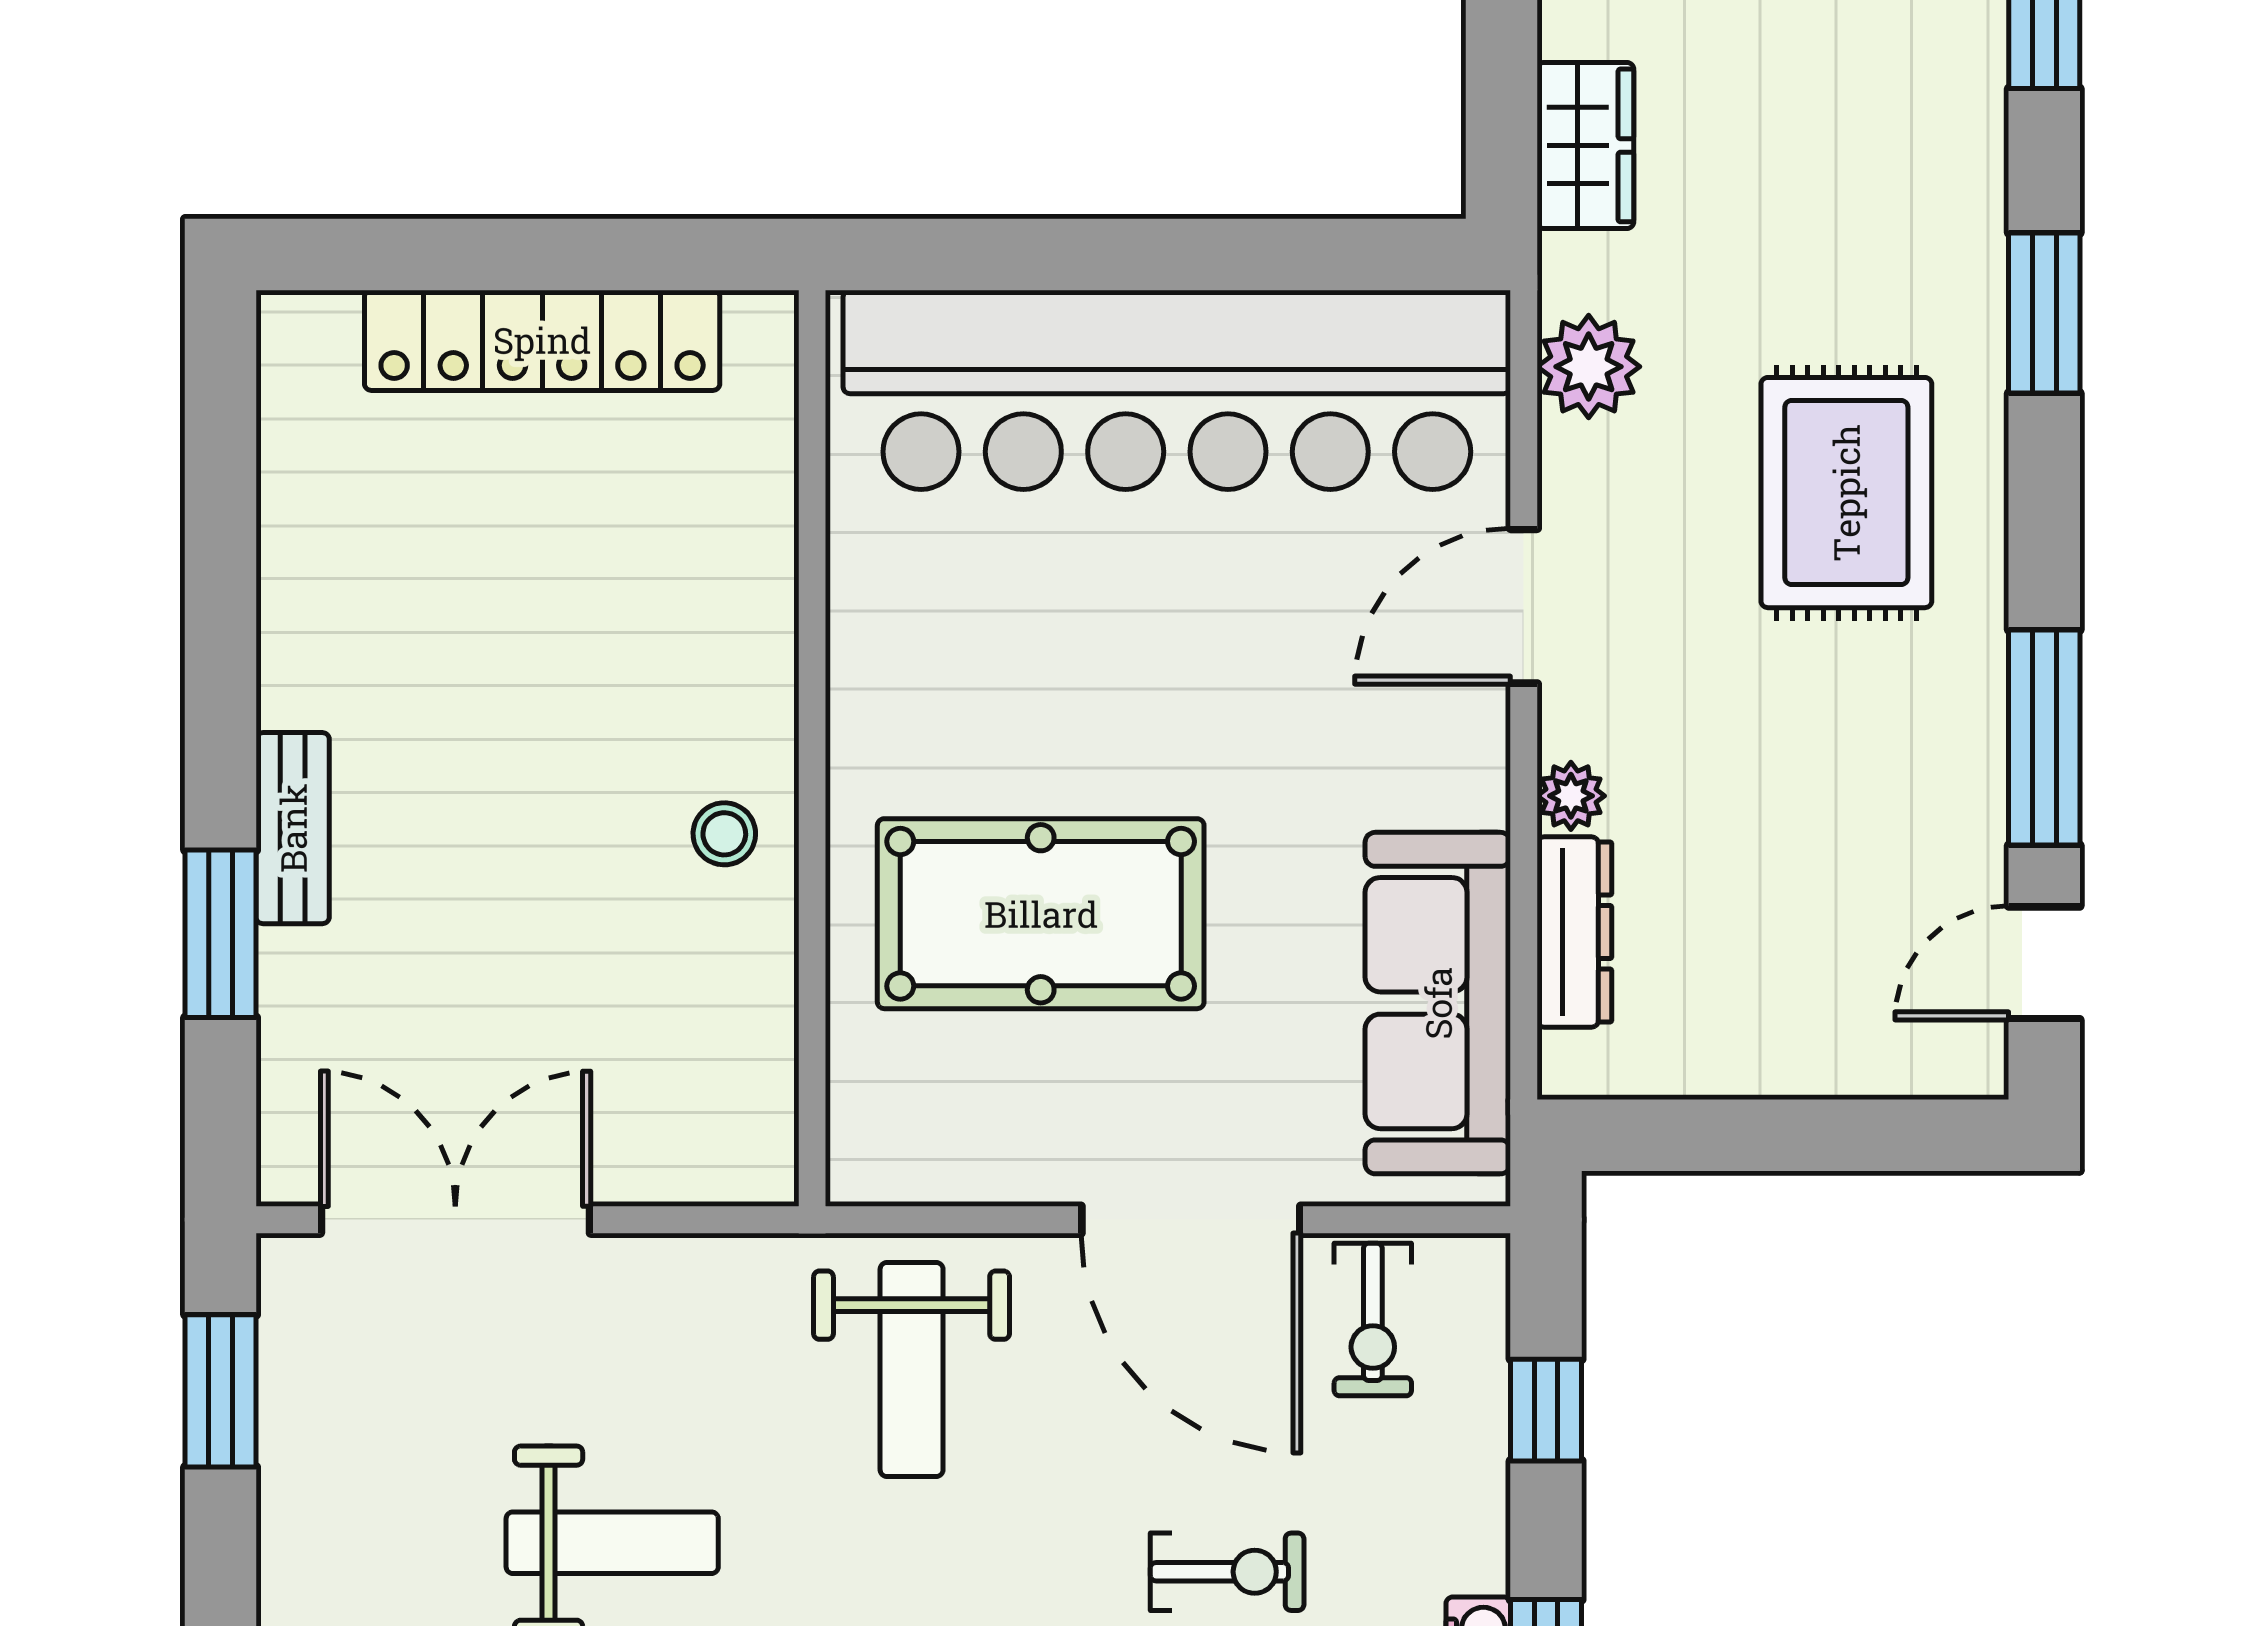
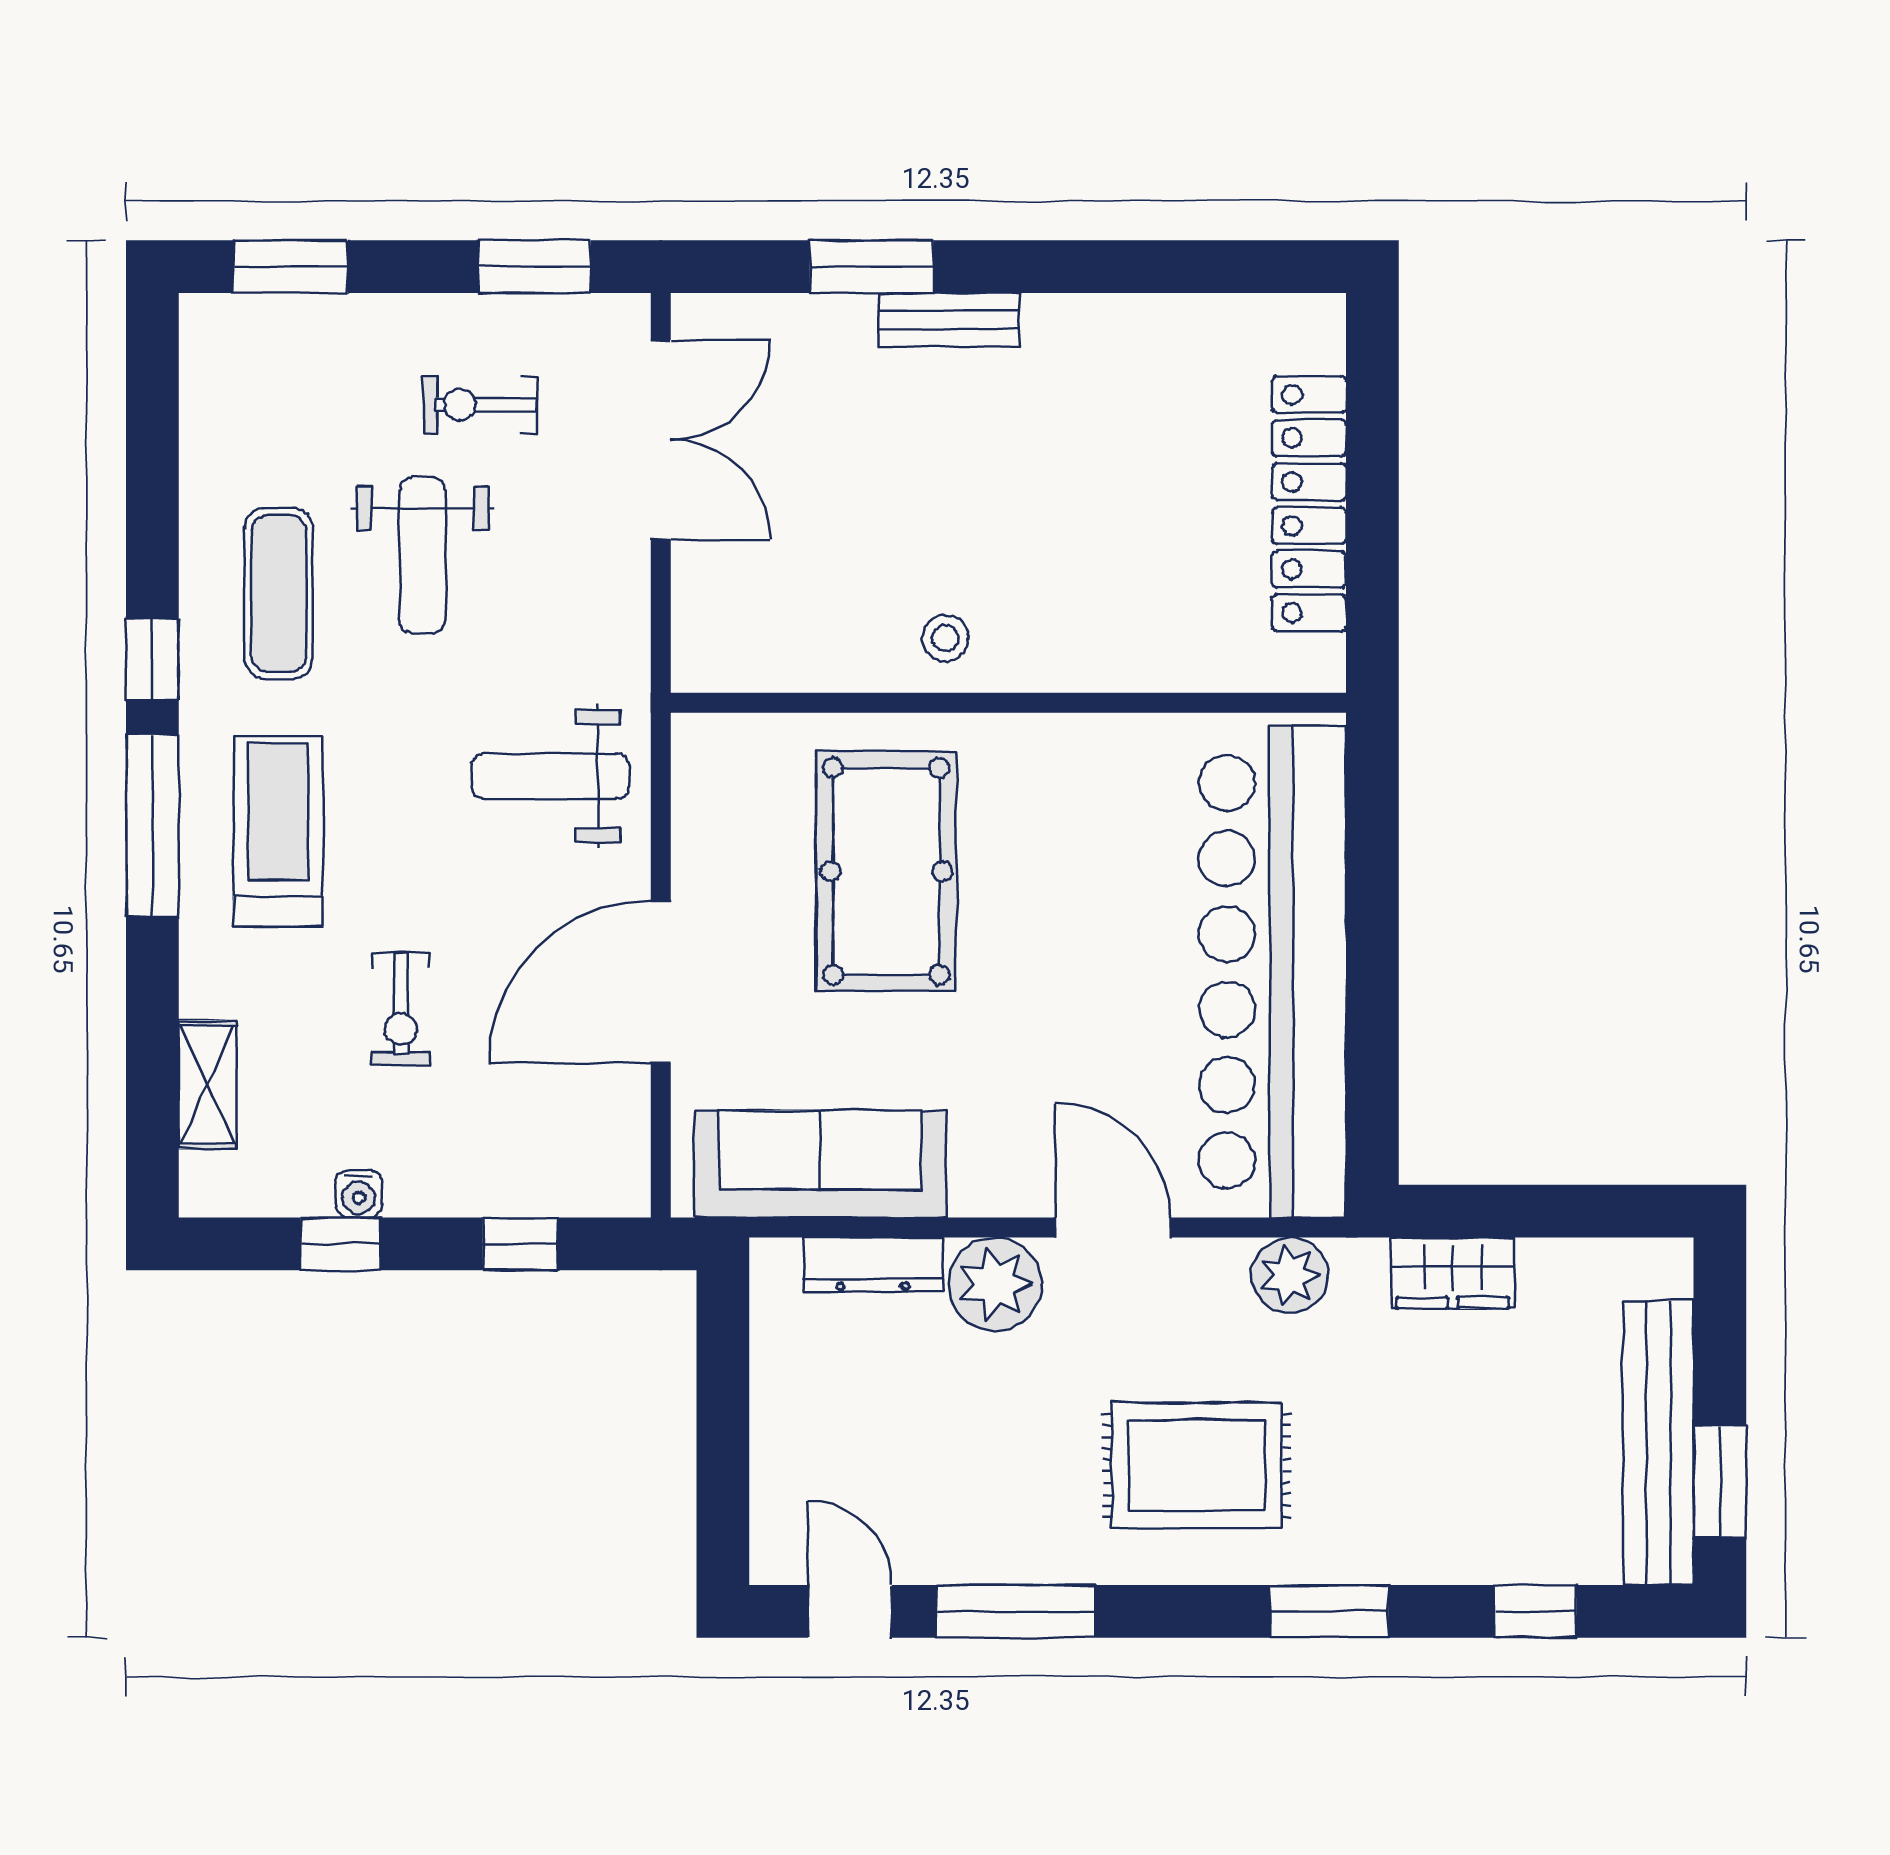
plant: (1571, 796) -> (995, 1284), width x1.88, depth x1.88
exercise bike: (1373, 1320) -> (480, 405), moved

